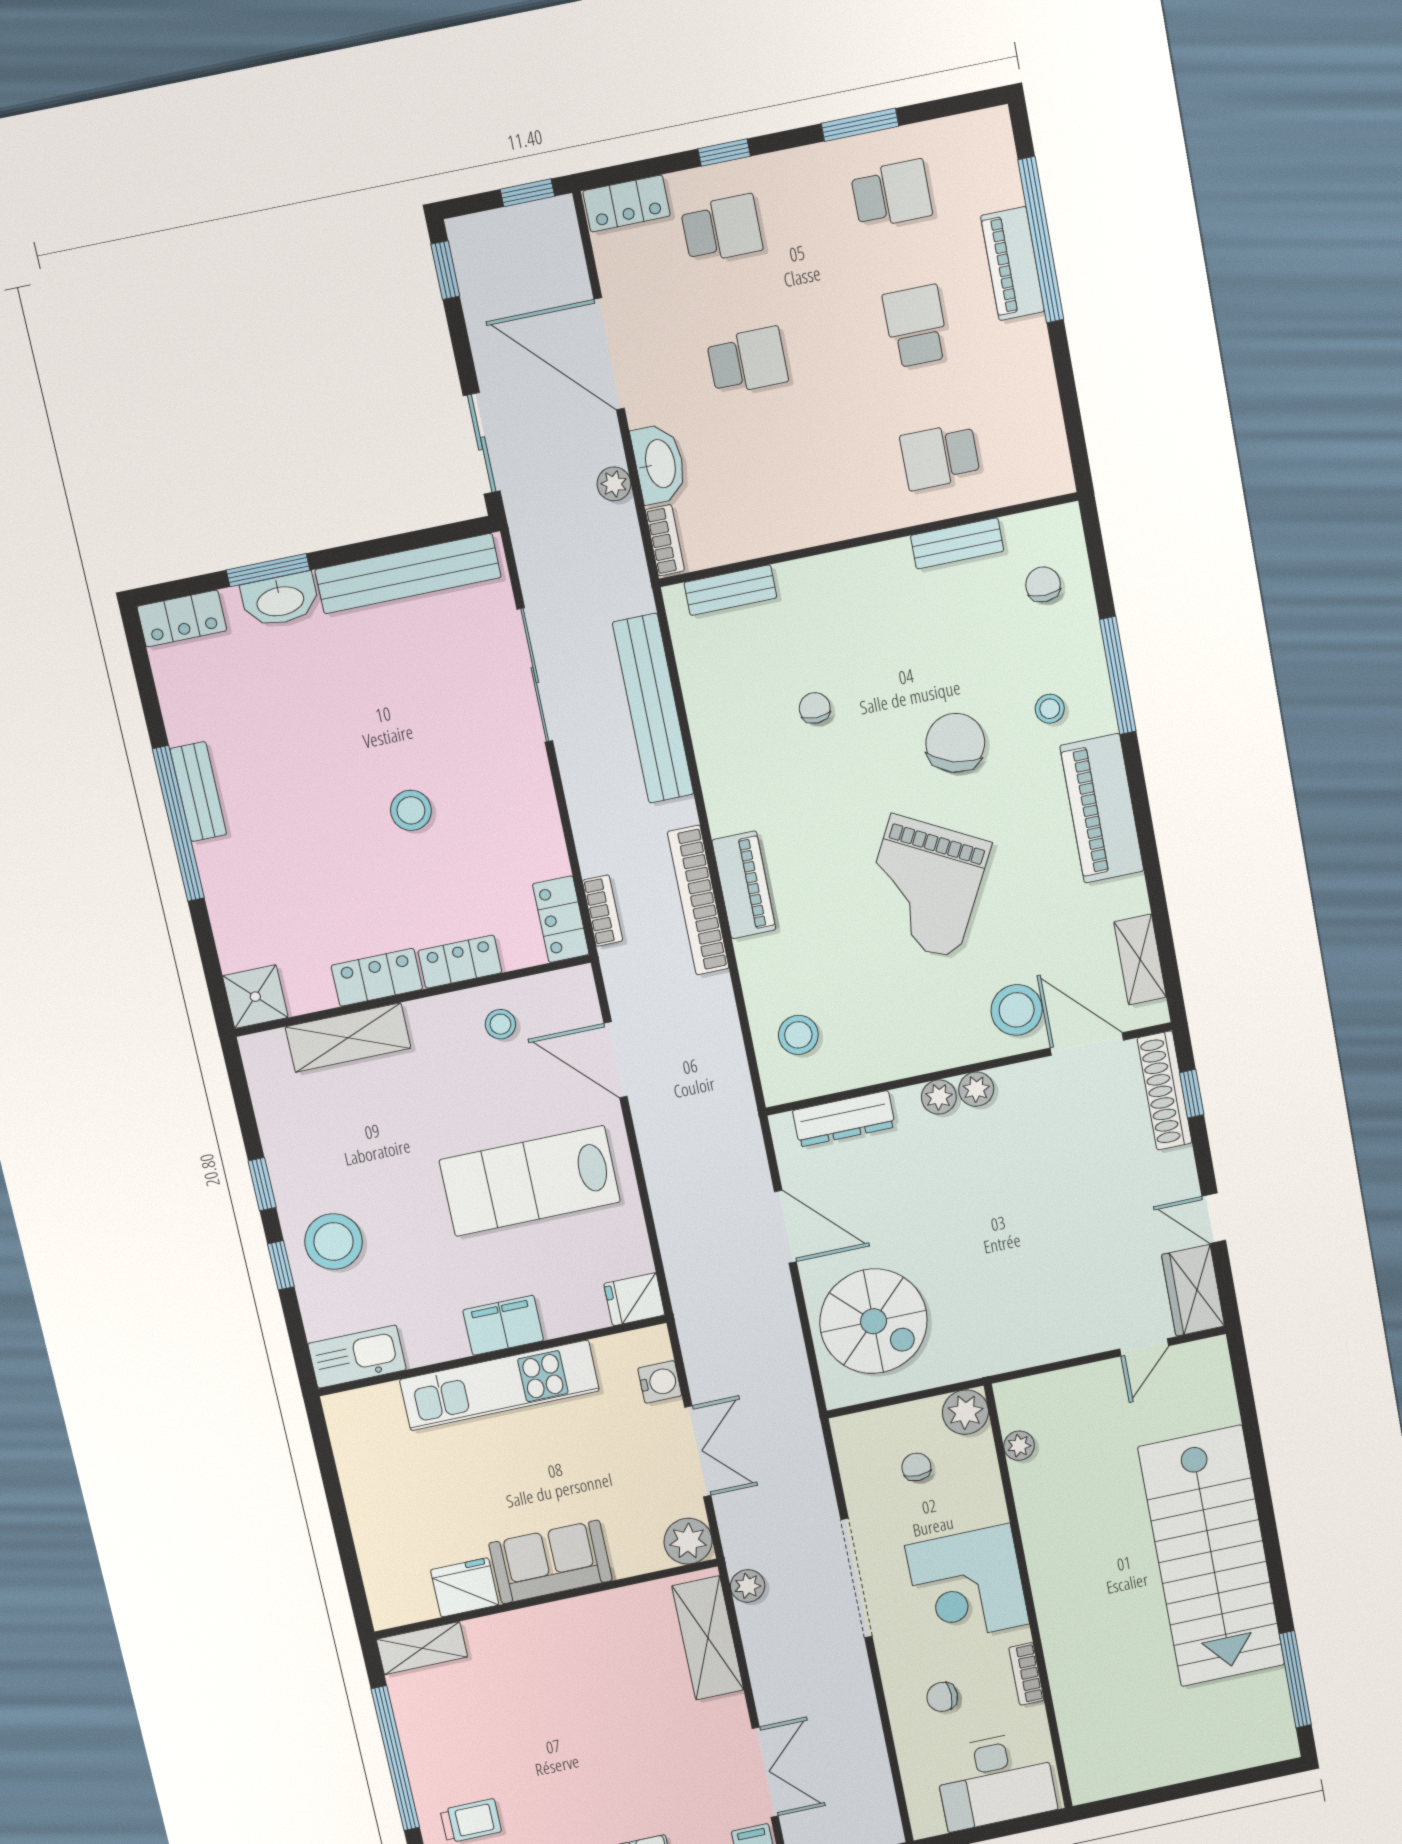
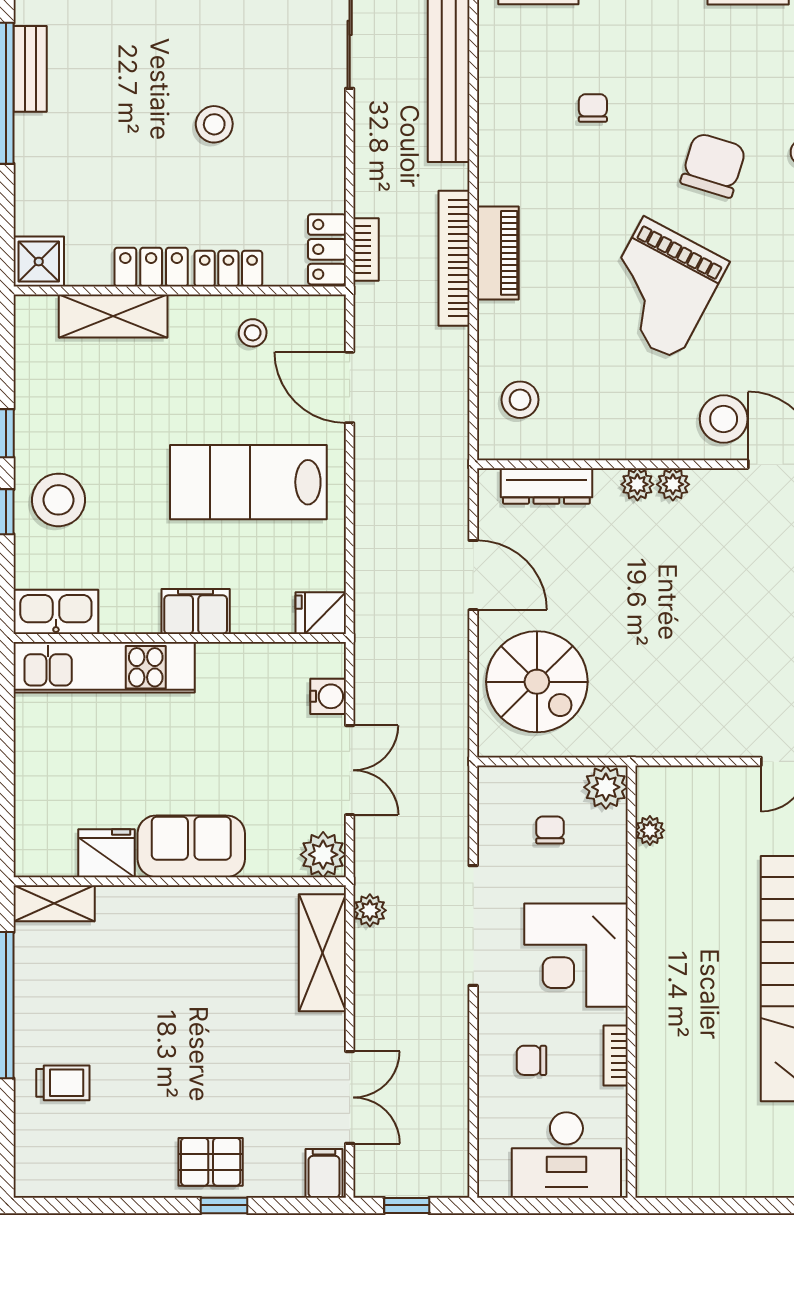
kitchen unit: (500, 1385) -> (104, 667), moved

